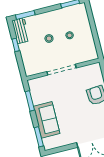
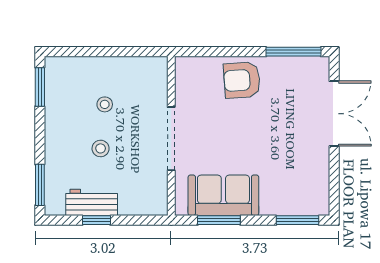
workbench: (21, 31) -> (92, 202), moved
sofa: (47, 120) -> (223, 195), moved

